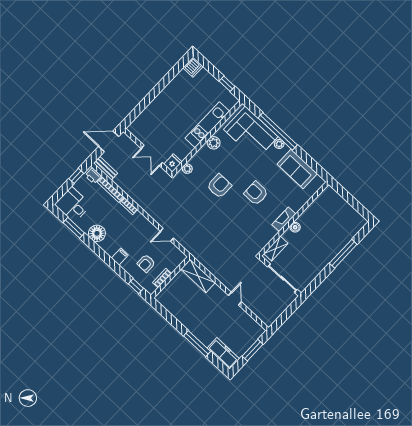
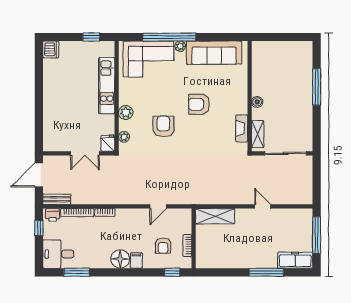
plant: (214, 143) -> (126, 113), moved
sofa: (297, 169) -> (214, 53), width x1.36
fireplace: (284, 219) -> (242, 128), moved
floor lamp: (97, 233) -> (120, 259), moved
window: (253, 350) -> (317, 235), width x1.44

